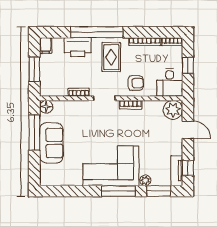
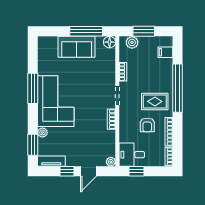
filing cabinet: (46, 45) -> (165, 52), moved
printer: (78, 47) -> (164, 71), removed
window: (188, 65) -> (137, 171), moved
plant: (47, 82) -> (132, 42), added
armchair: (136, 83) -> (147, 125), moved
plant: (173, 110) -> (111, 162), width x0.53, depth x0.53
window: (188, 168) -> (67, 171), moved
window: (118, 191) -> (33, 88), moved

